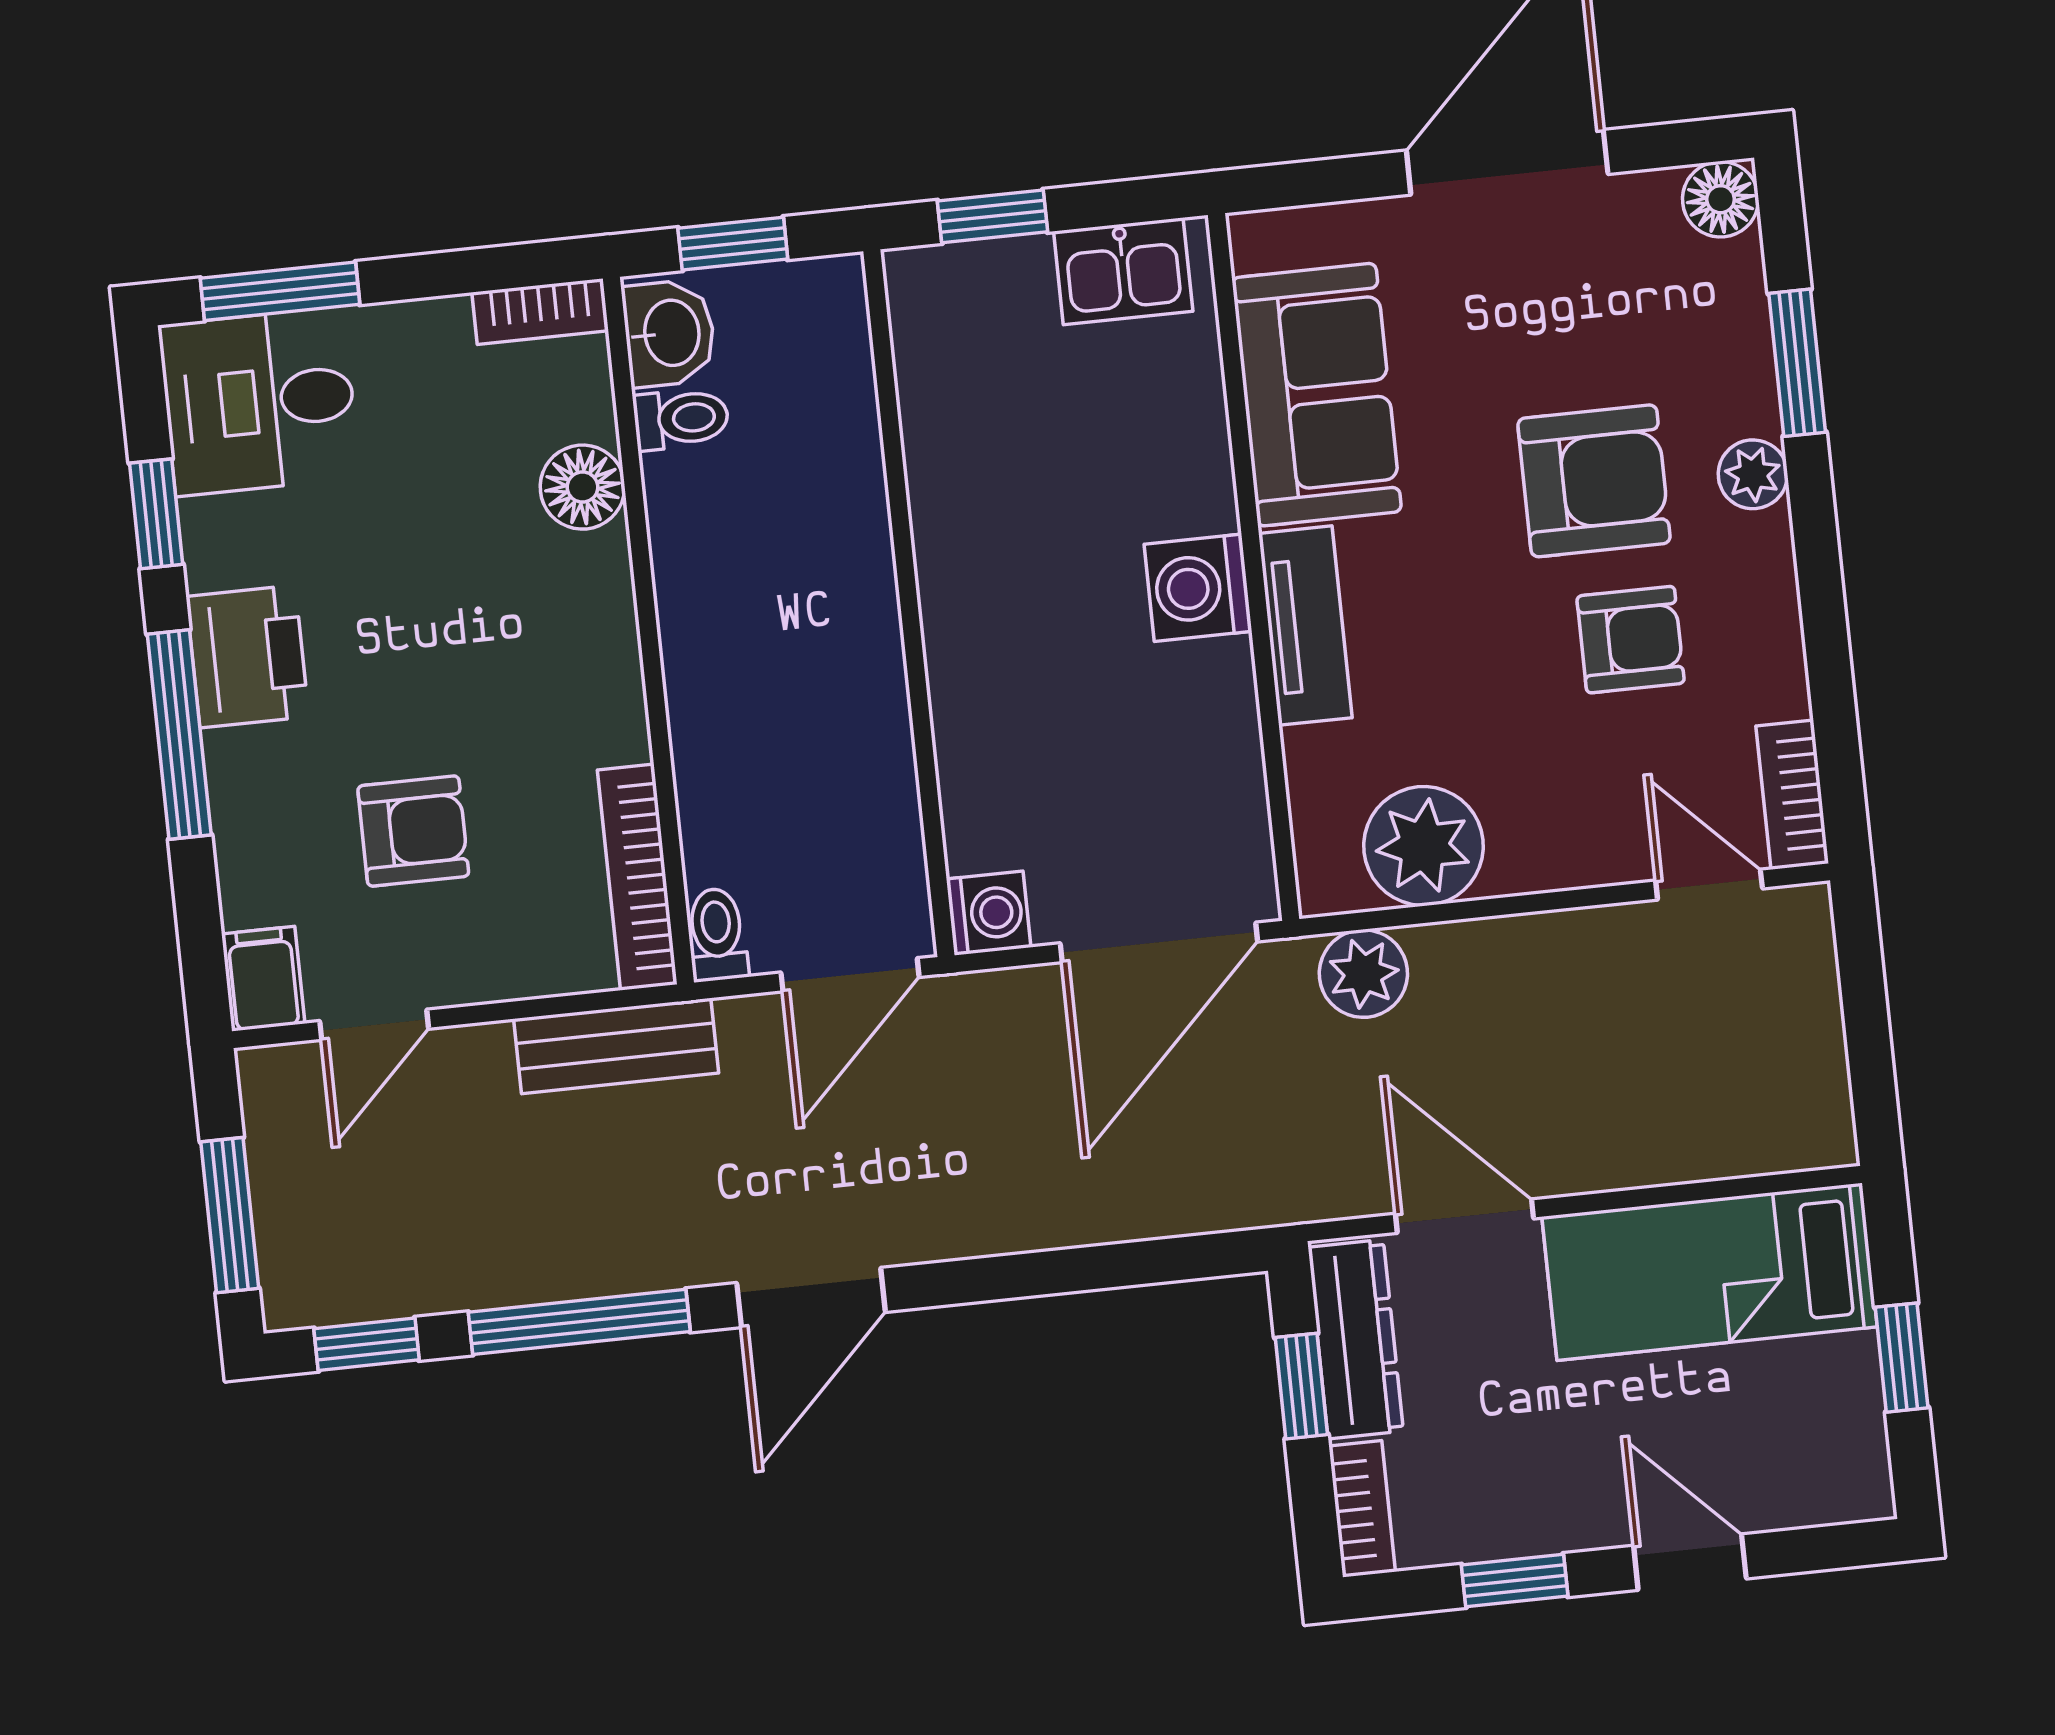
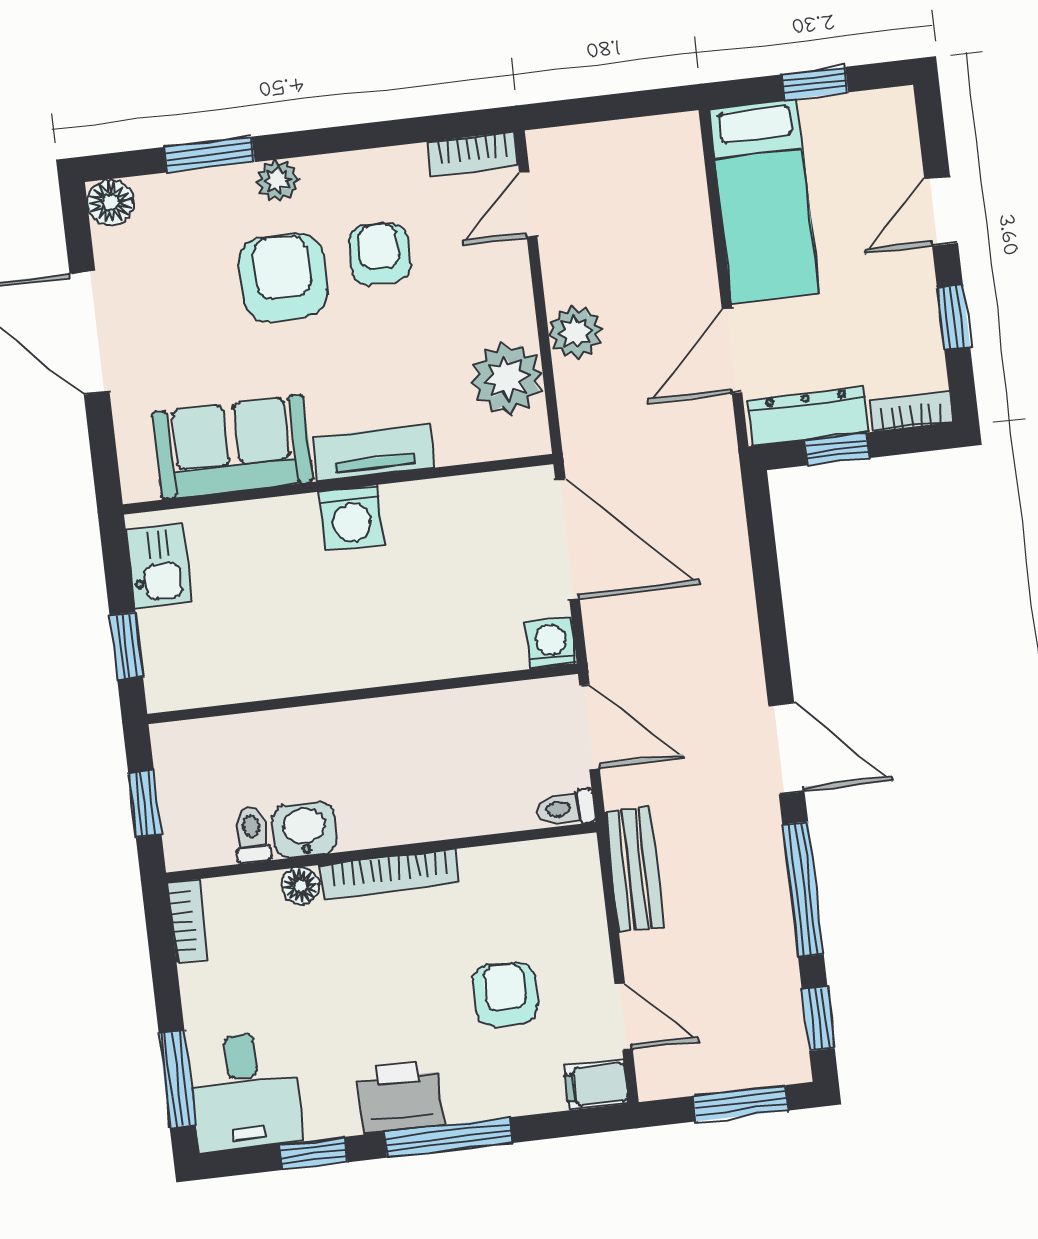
washbasin: (669, 333) -> (304, 830), moved
floor lamp: (582, 487) -> (300, 886), width x0.73, depth x0.73
bookcase: (637, 877) -> (390, 874), moved
plant: (1363, 974) -> (575, 332), moved

